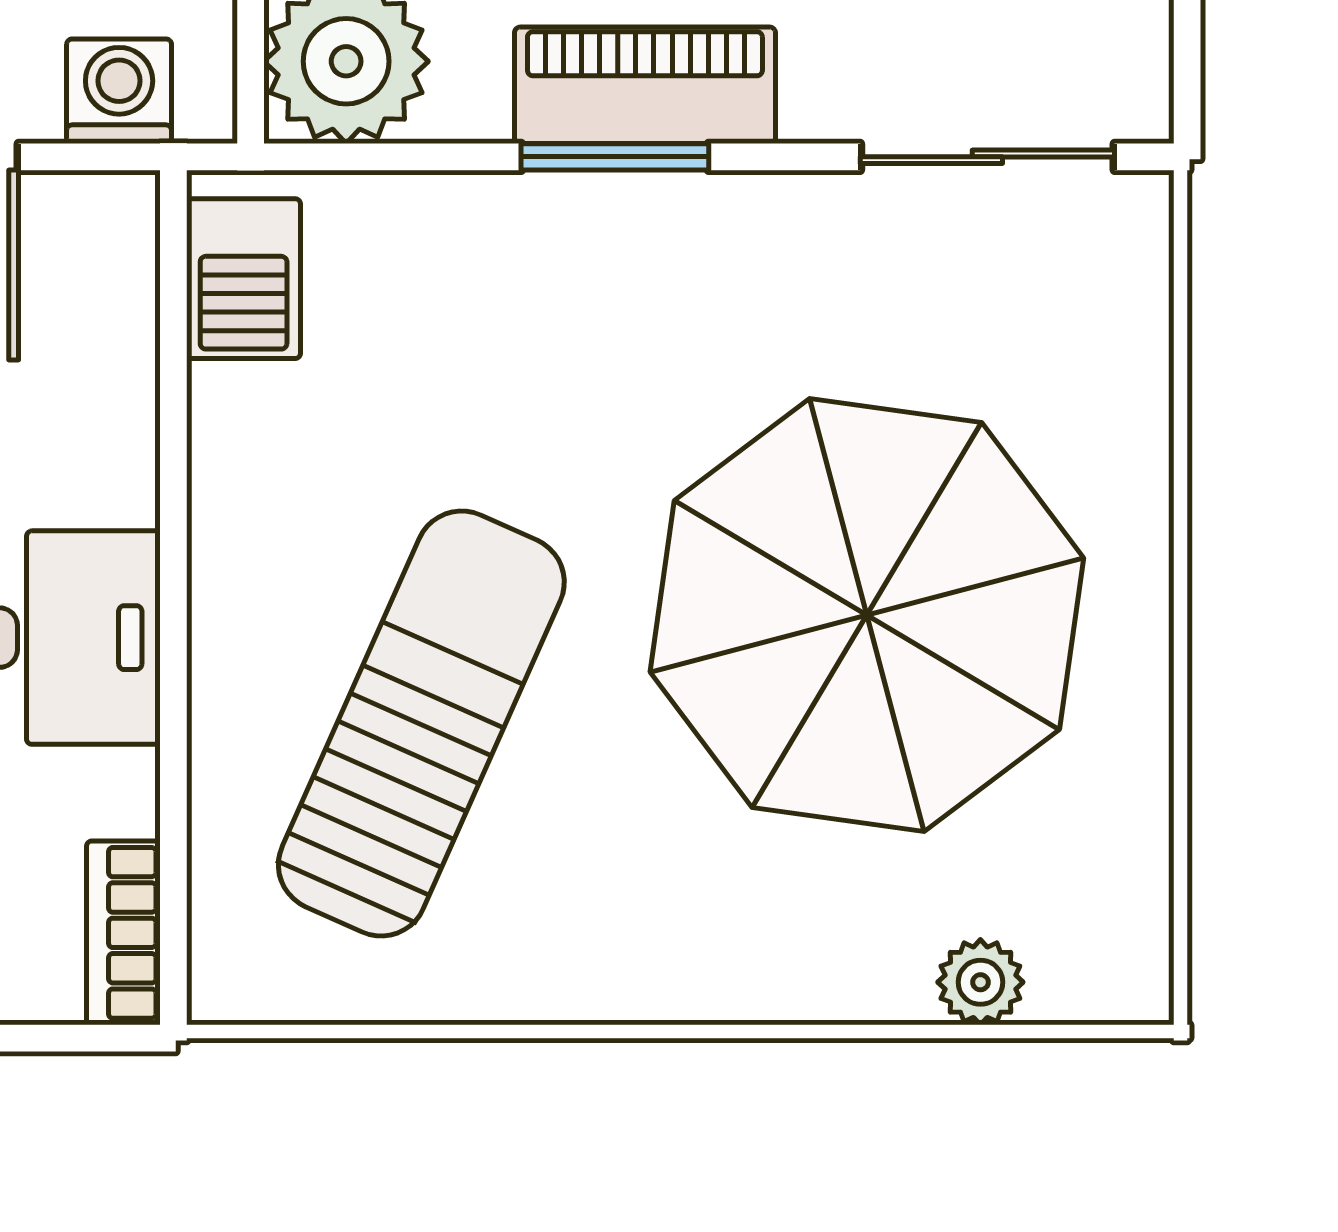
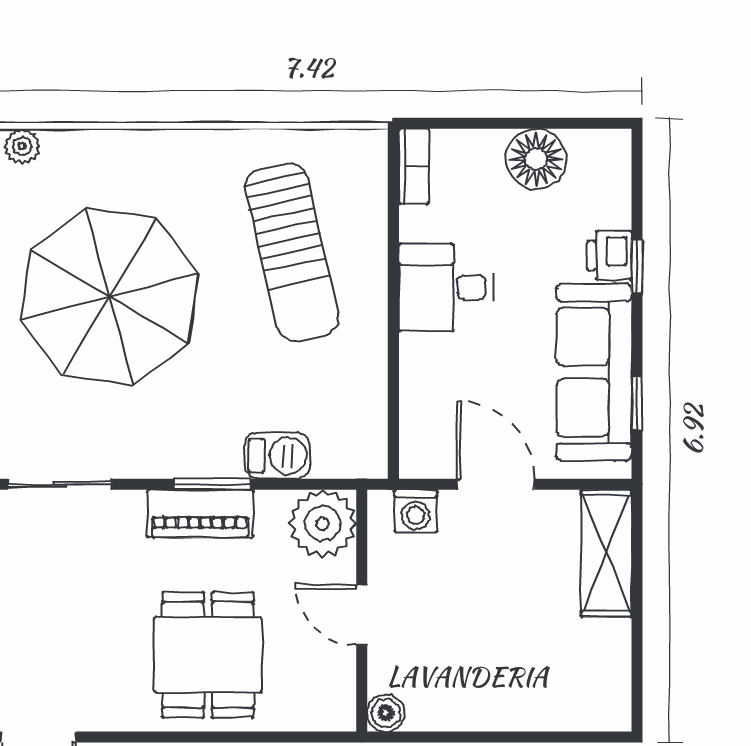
barbecue: (244, 279) -> (277, 456), moved, turned 90
sun lounger: (421, 724) -> (292, 252), turned -37
plant: (980, 982) -> (22, 146), moved

